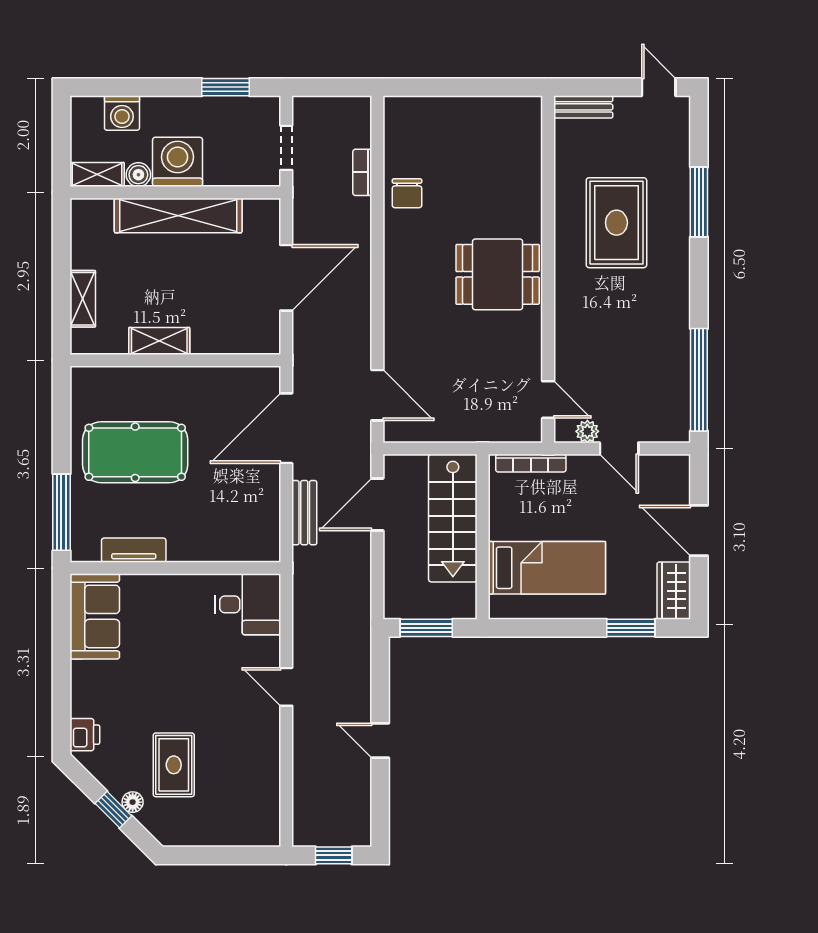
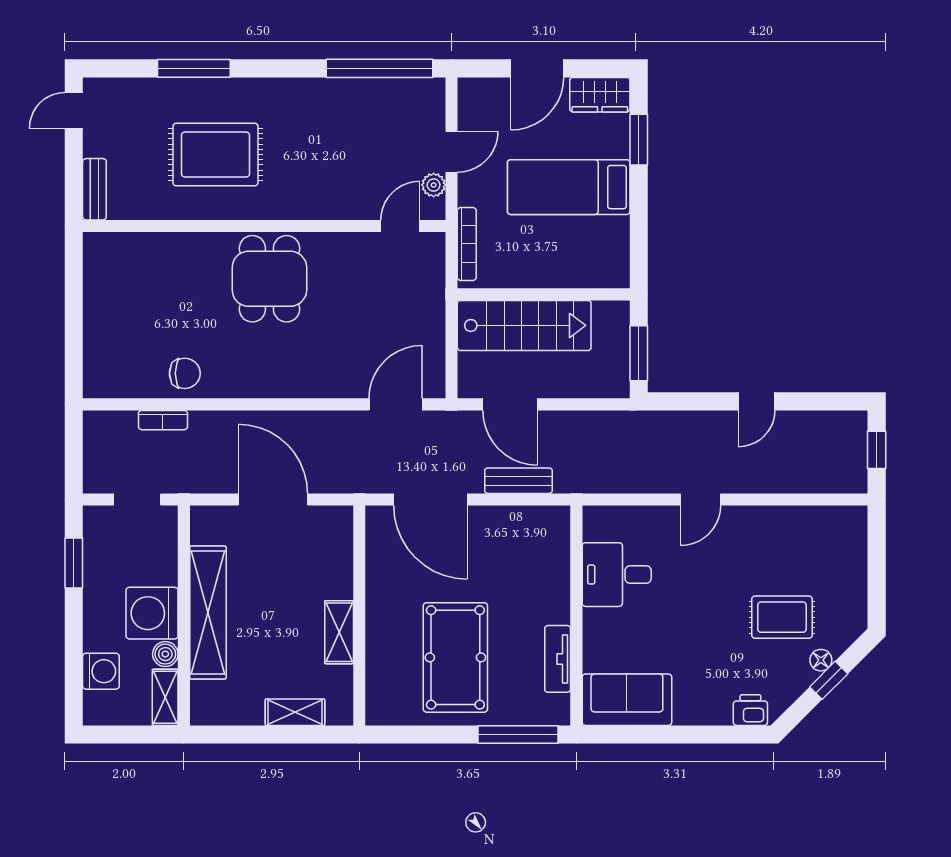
bed: (547, 568) -> (569, 187), moved, turned -90
desk: (248, 604) -> (617, 575), moved, turned -90

